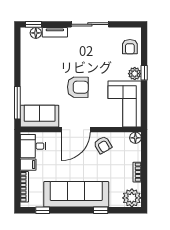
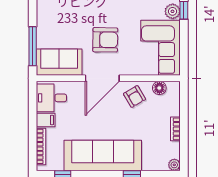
armchair: (78, 87) -> (105, 40), moved
floor lamp: (135, 138) -> (159, 88), moved
plant: (132, 198) -> (174, 165), width x0.53, depth x0.53

